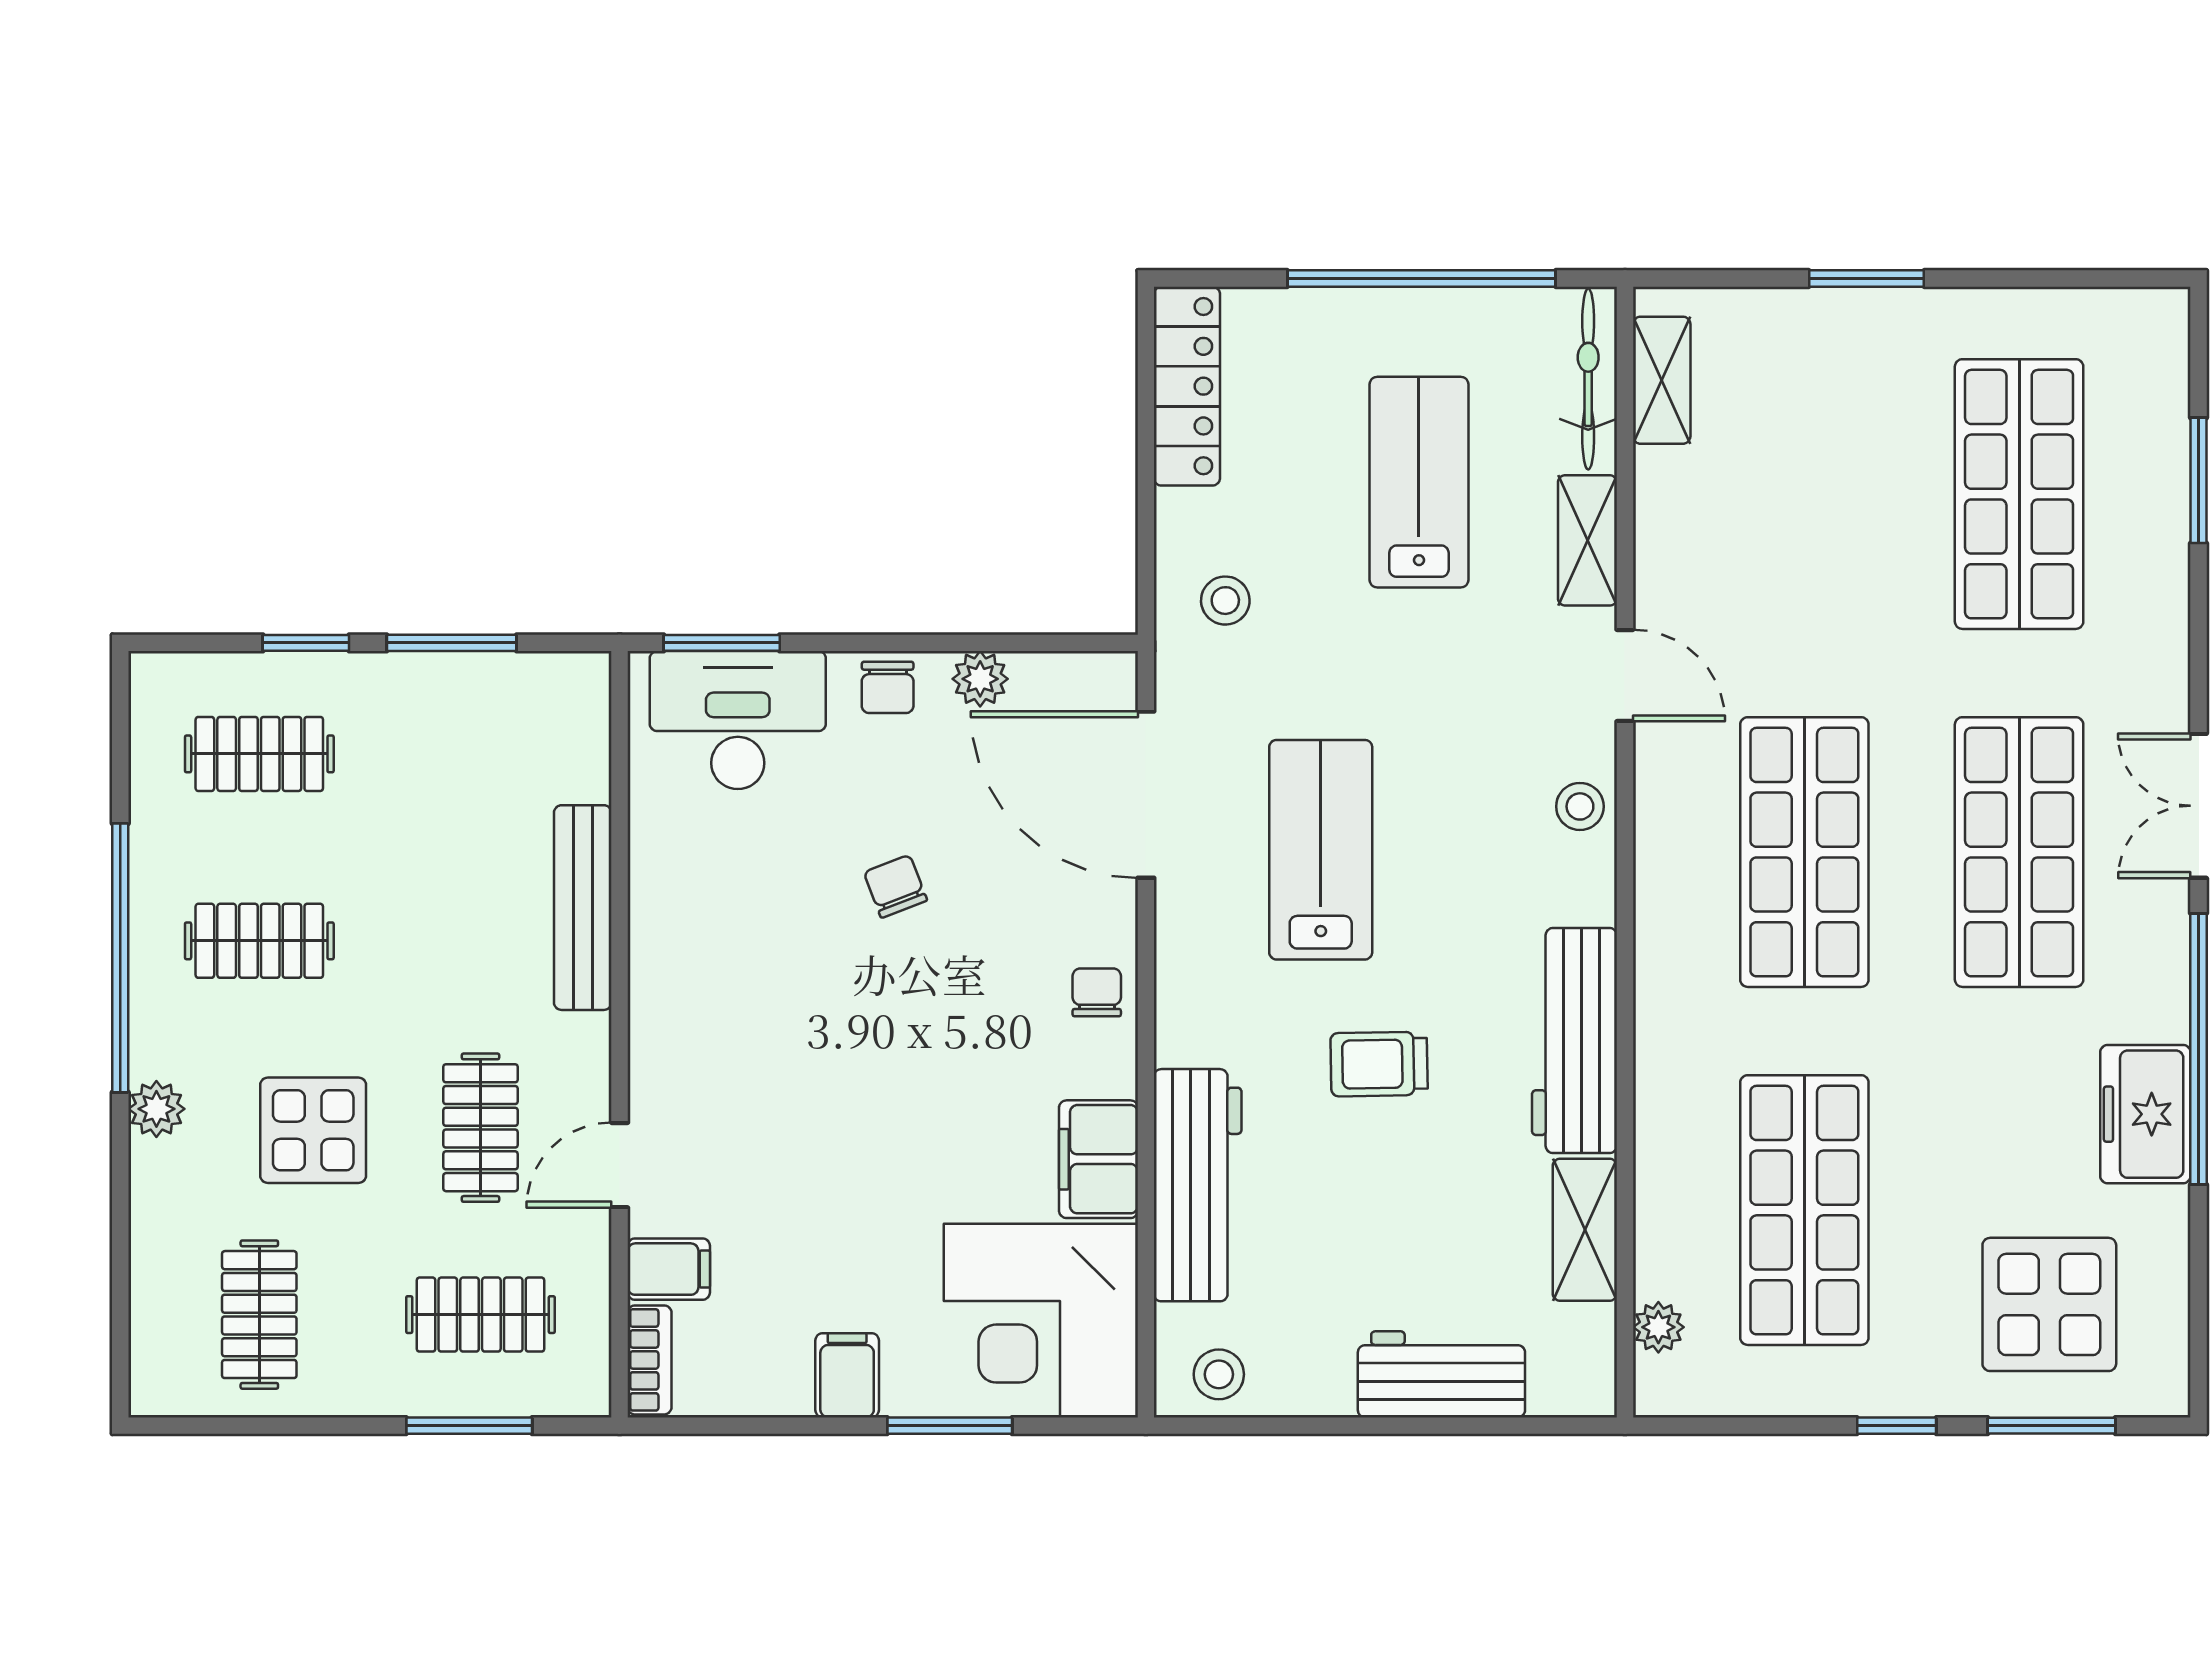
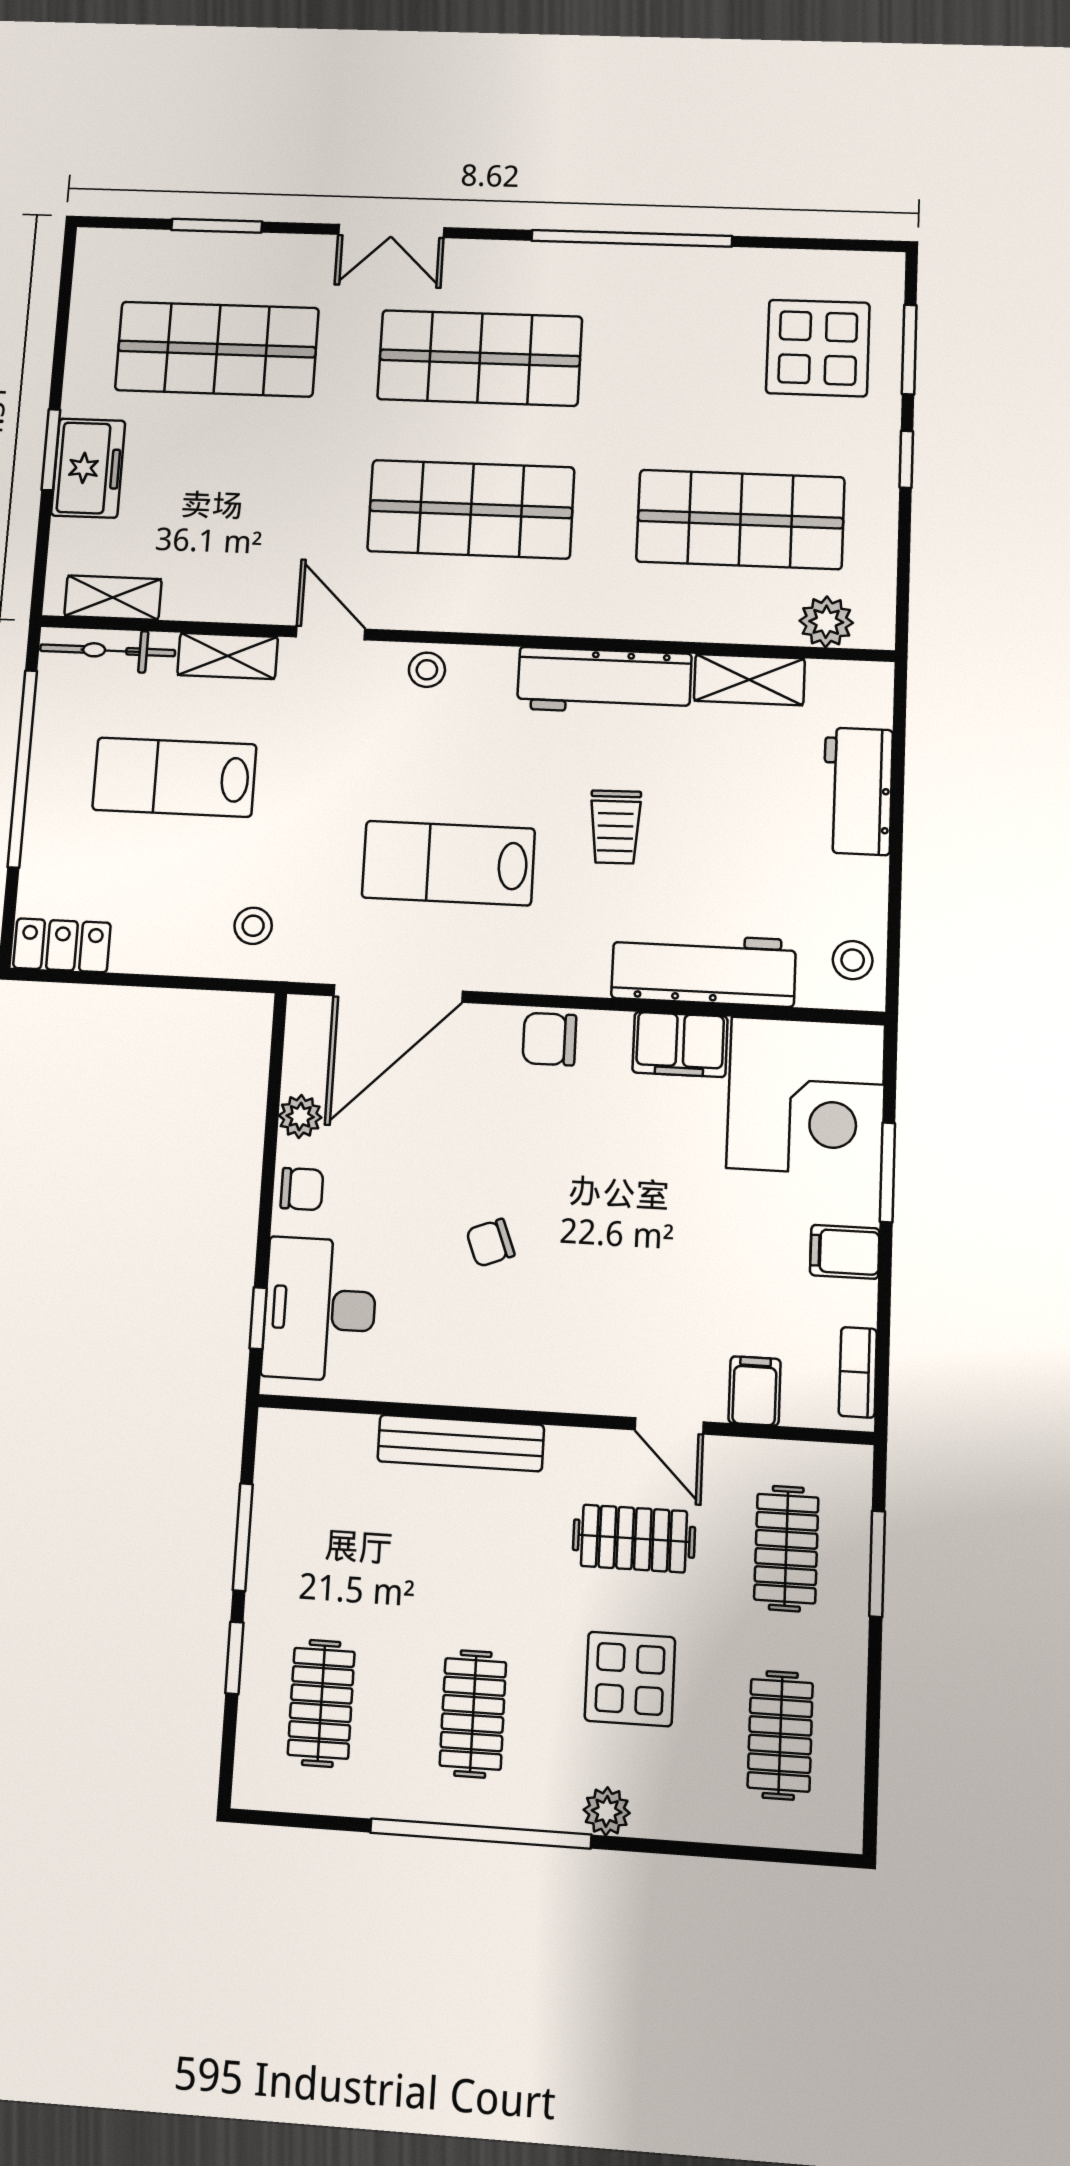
locker: (1187, 386) -> (62, 945), width x0.66
window: (722, 643) -> (258, 1318), width x0.67
door: (1625, 676) -> (331, 633), hinge flipped
double door: (2199, 806) -> (391, 231), moved
chair: (895, 886) -> (490, 1243), moved
chair: (1097, 992) -> (549, 1039), width x1.37, depth x1.37
freezer: (2145, 1114) -> (88, 468), moved, turned -90
clothes rail: (259, 1315) -> (780, 1735), turned 90
plant: (1658, 1327) -> (826, 622), width x1.38, depth x1.38
bookcase: (650, 1360) -> (858, 1372), moved, turned -90

